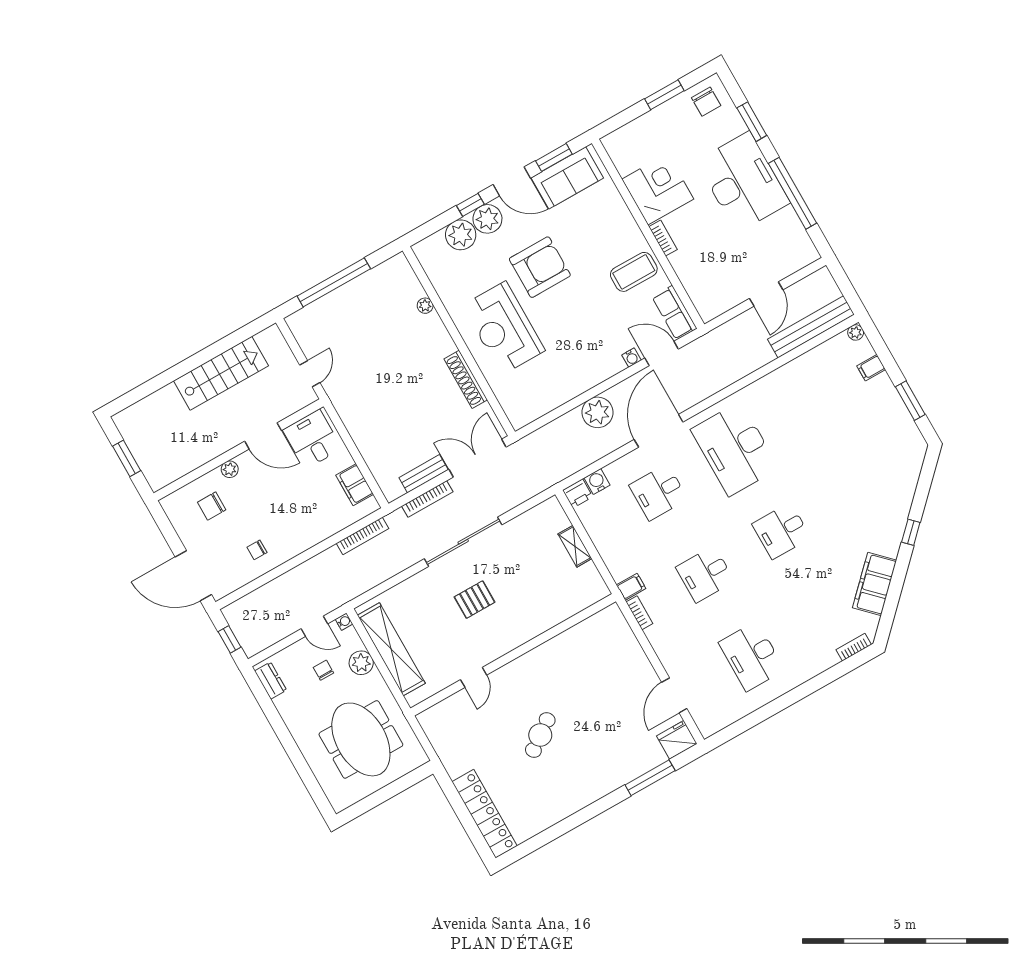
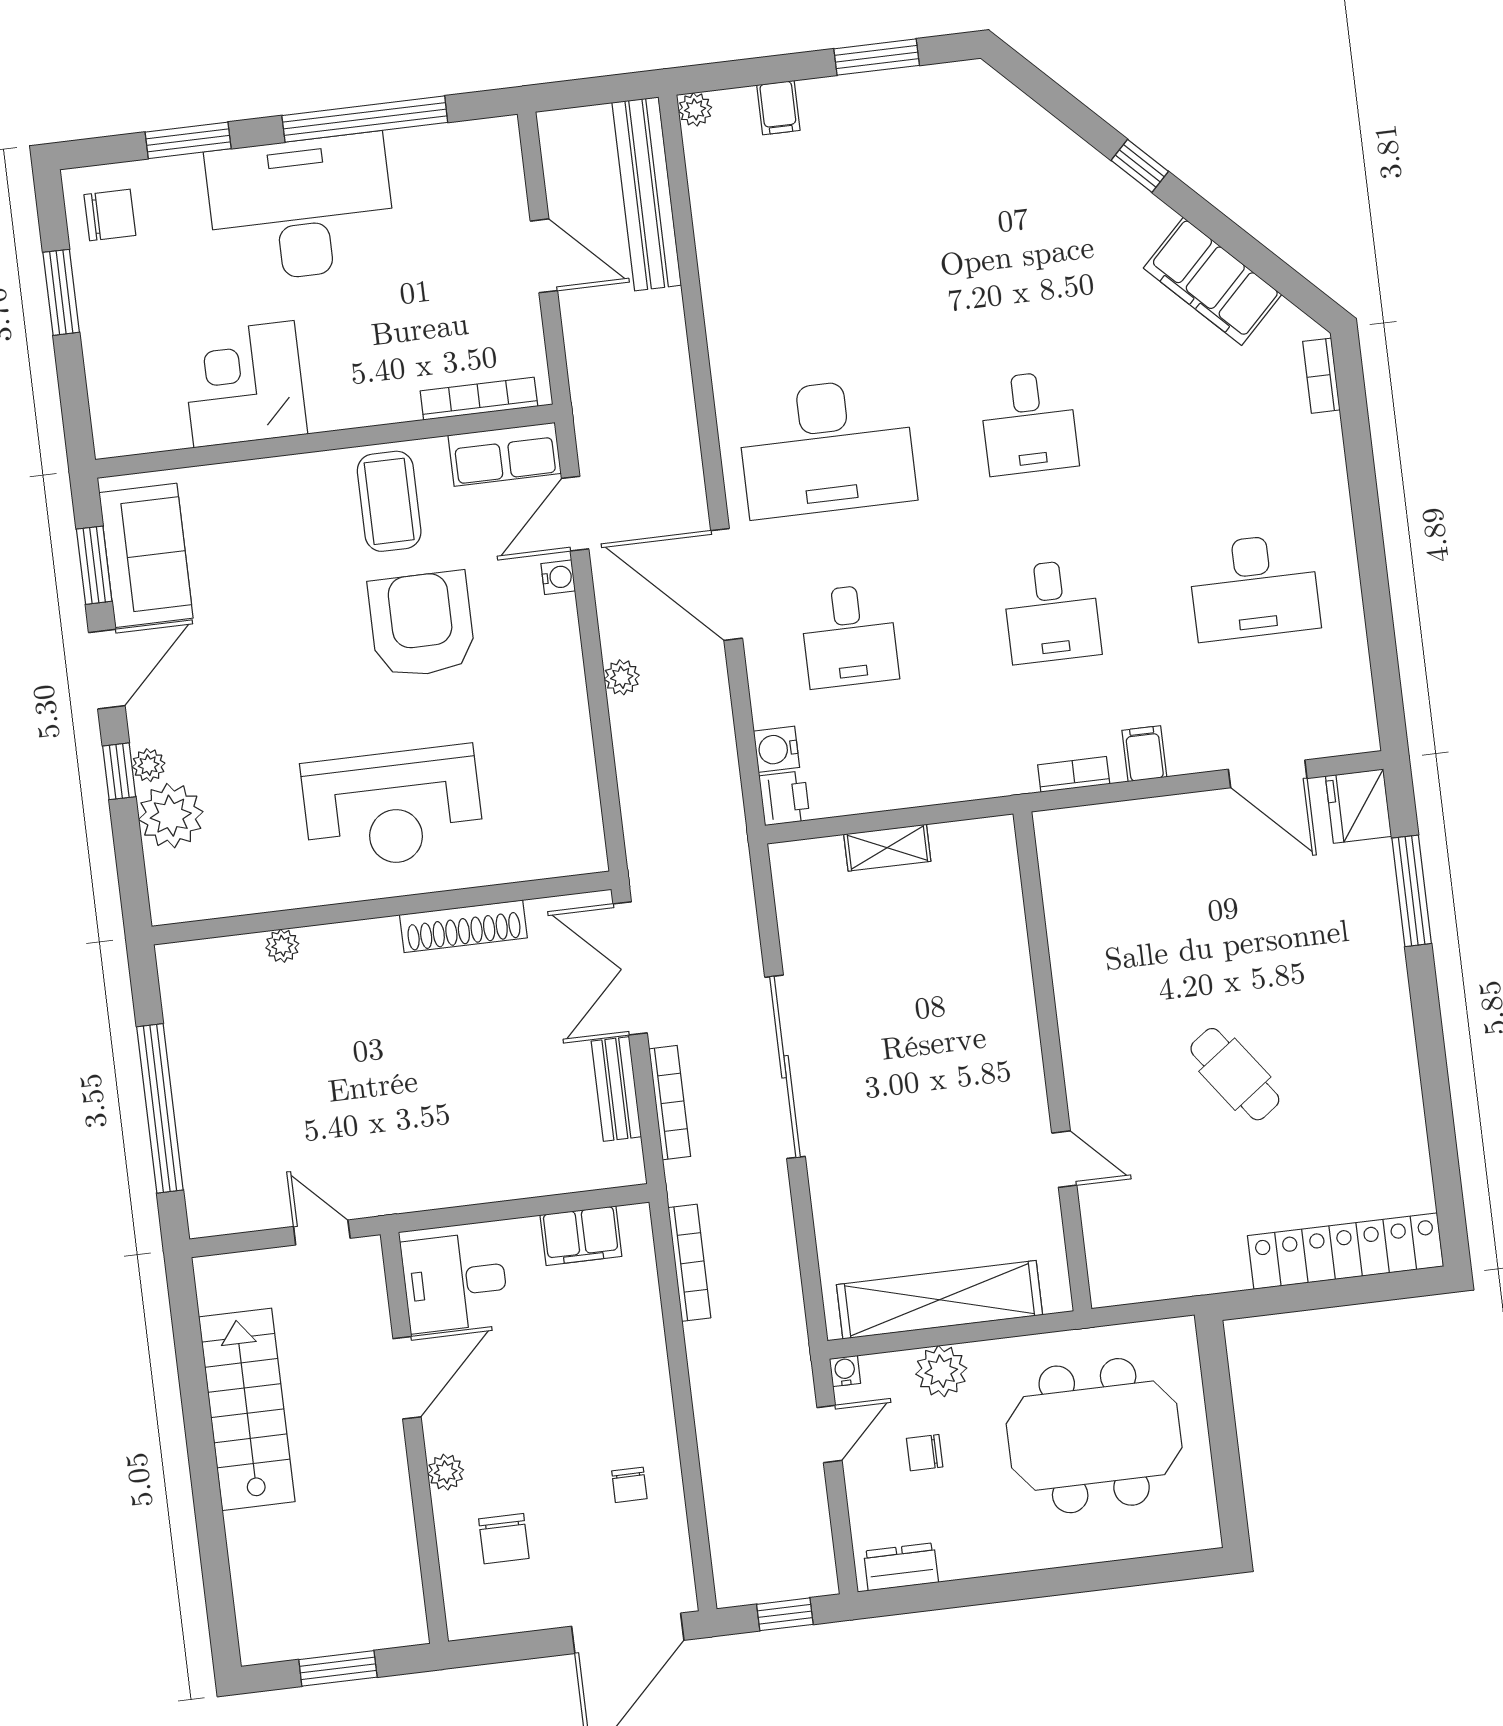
plant: (487, 219) -> (149, 765), width x0.53, depth x0.53
bookcase: (663, 238) -> (479, 399), moved, width x1.56
armchair: (540, 267) -> (422, 624), moved
plant: (597, 412) -> (622, 677), width x0.53, depth x0.53
filing cabinet: (631, 587) -> (1144, 754), moved
pallet: (475, 600) -> (910, 1092), removed

